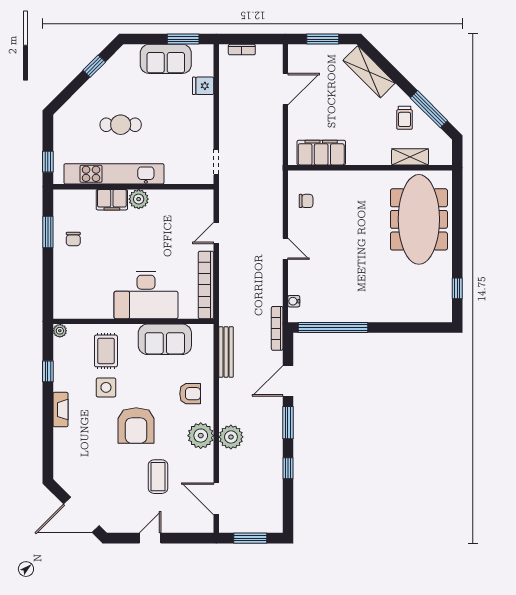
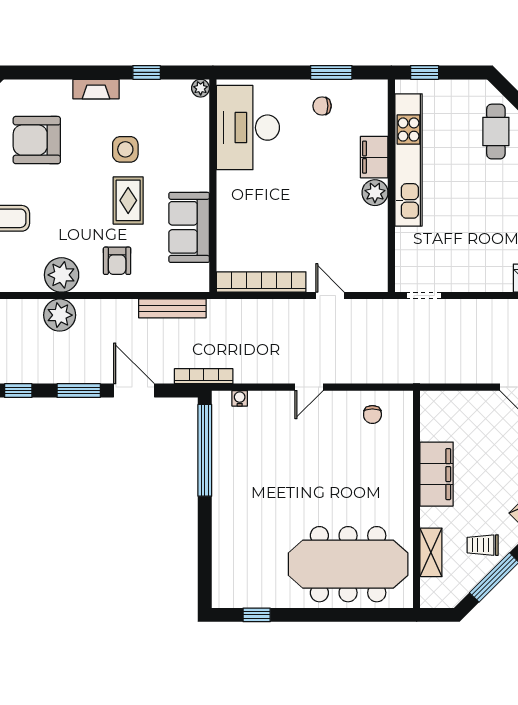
cafe table: (121, 125) -> (496, 132), moved
filing cabinet: (321, 153) -> (437, 474), moved
desk: (146, 295) -> (248, 128), moved
rug: (106, 351) -> (128, 200), moved, turned 90
armchair: (136, 426) -> (37, 140), moved

